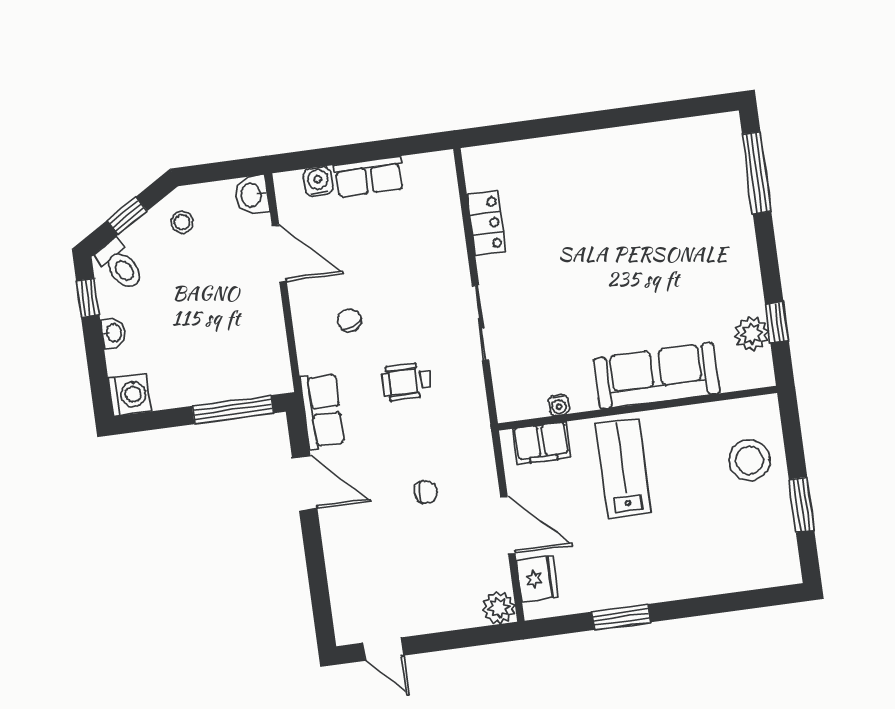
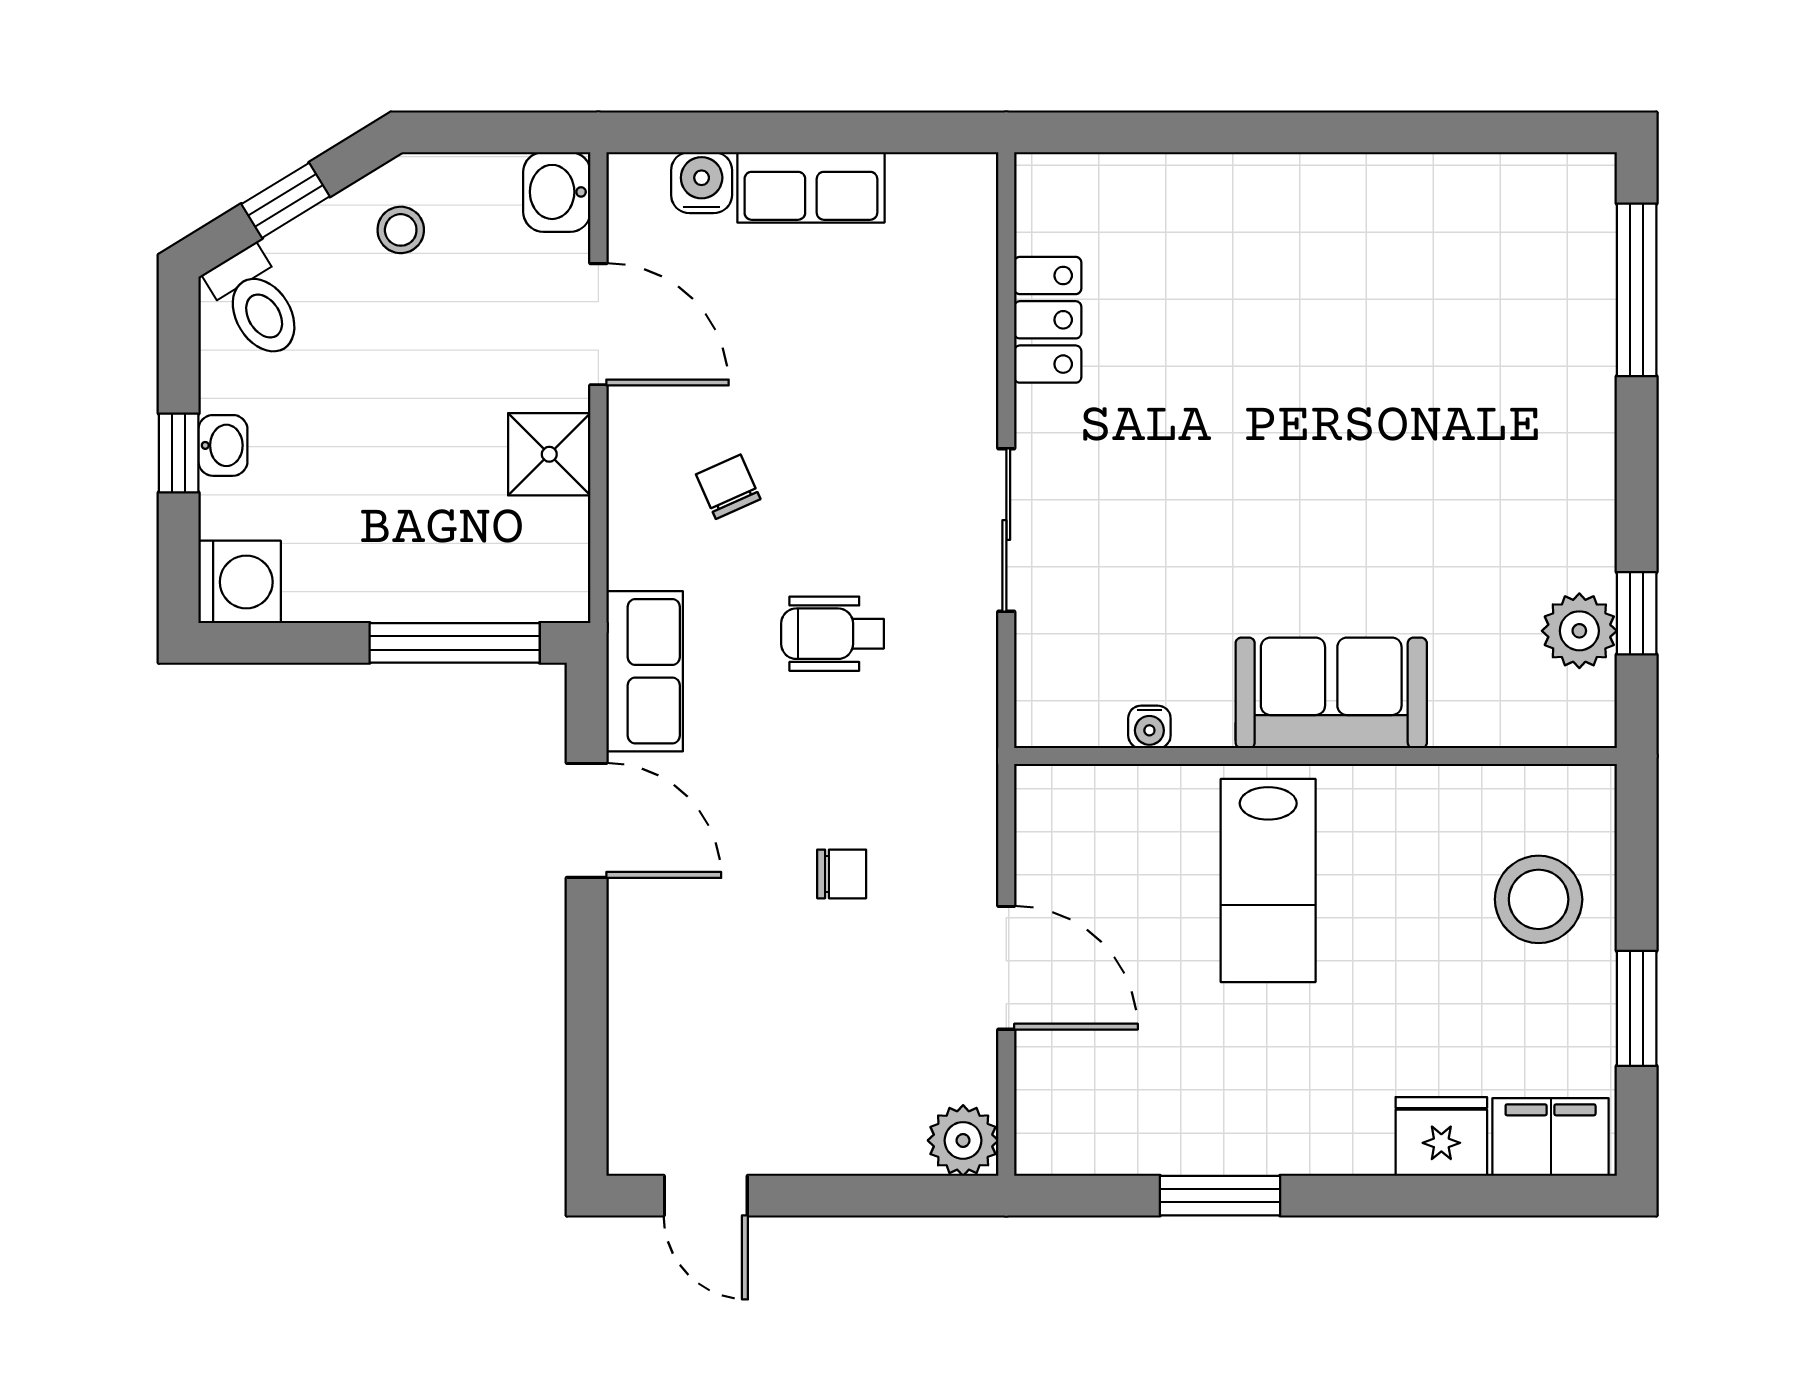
window: (88, 298) -> (179, 453), moved
shower: (265, 317) -> (549, 454), added
sofa: (657, 376) -> (1331, 693), width x0.73
filing cabinet: (542, 443) -> (1551, 1137), moved, turned 180
lab bench: (623, 469) -> (1268, 880), turned 180
fridge: (537, 579) -> (1441, 1136), moved, turned -90

